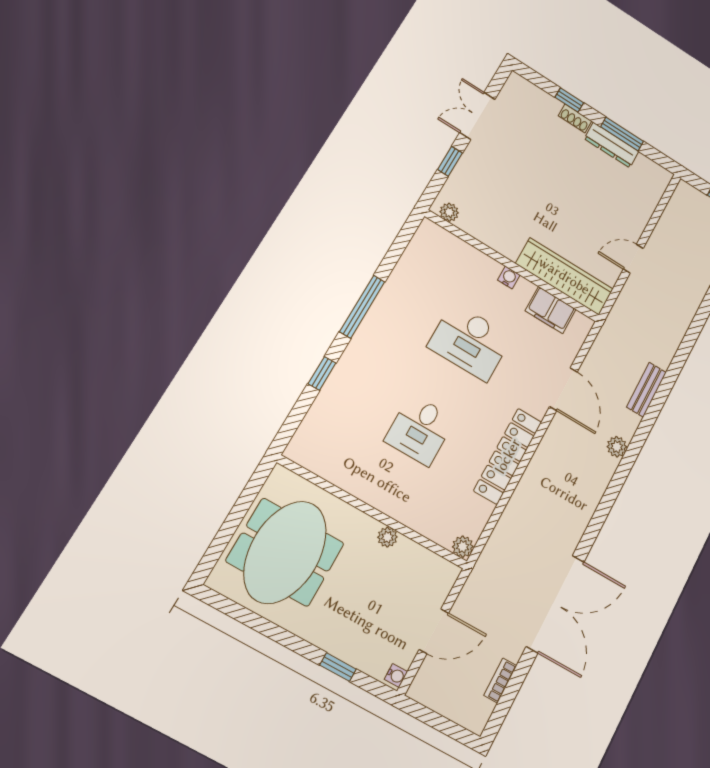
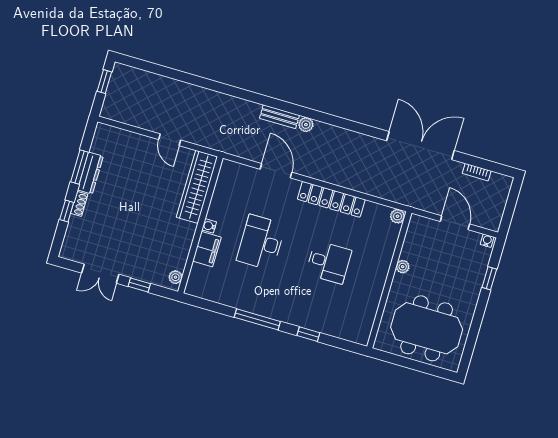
filing cabinet: (551, 310) -> (207, 249), moved
desk: (470, 342) -> (261, 242), turned 180
door: (563, 389) -> (276, 171), hinge flipped
bench: (646, 390) -> (279, 117), moved

